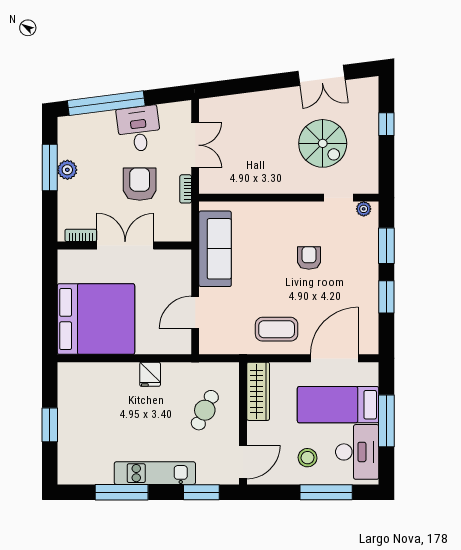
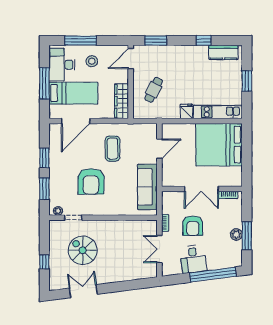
armchair: (309, 258) -> (91, 181), width x1.88, depth x1.88
coffee table: (277, 329) -> (113, 149), moved, turned 90
kitchen counter: (89, 472) -> (223, 52), added
kitchen unit: (155, 473) -> (218, 112), moved, turned 180
window: (122, 492) -> (204, 40), width x0.46

